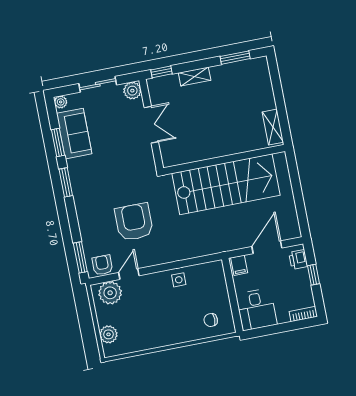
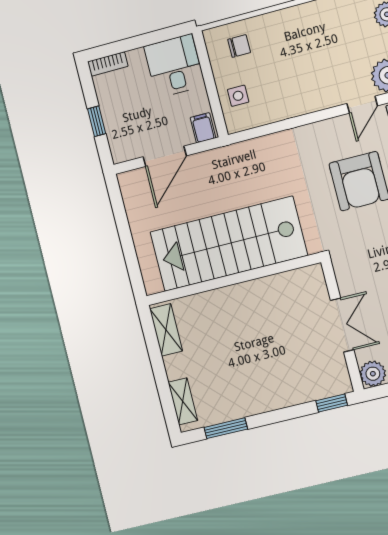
shelving: (195, 77) -> (183, 401), moved, turned 90
double door: (151, 125) -> (342, 325), swing flipped
printer: (298, 259) -> (119, 142), removed
side table: (179, 280) -> (238, 96), moved

